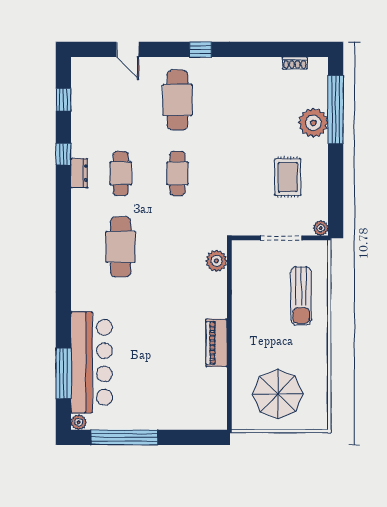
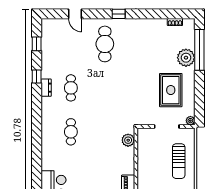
cafe table: (177, 173) -> (105, 88), removed
rug: (288, 177) -> (171, 90), width x1.36, depth x1.43
cafe table: (121, 247) -> (71, 132), width x0.73, depth x0.74

